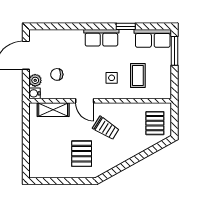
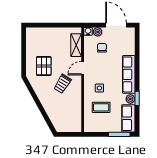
plant: (126, 36) -> (130, 99), added
row of seats: (101, 38) -> (129, 74), width x1.48
pallet: (155, 123) -> (66, 120), removed
pallet: (82, 154) -> (44, 66), turned 90

